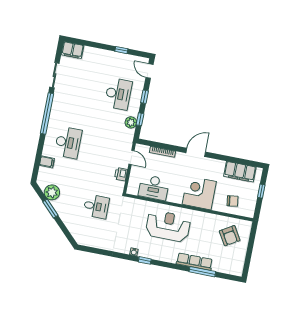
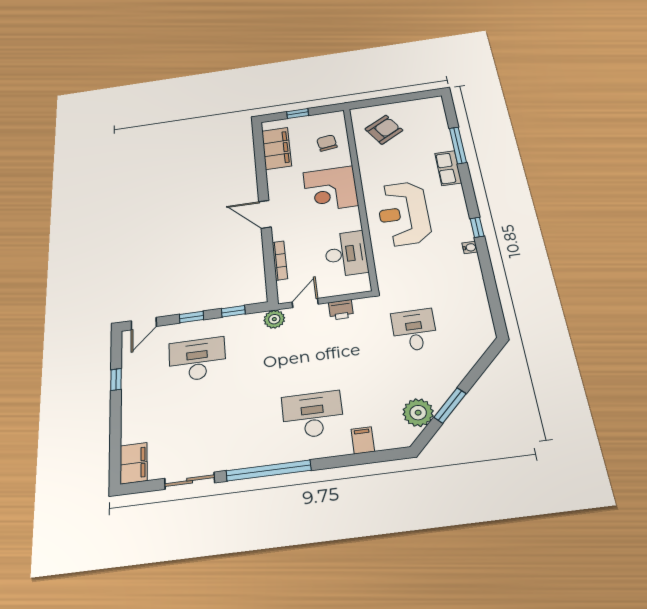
plant: (131, 122) -> (274, 319), moved
row of seats: (194, 262) -> (448, 168), width x0.68

